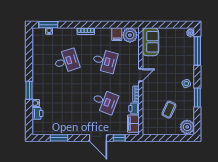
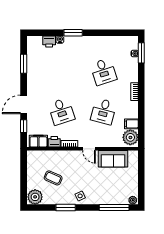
sofa: (150, 42) -> (113, 159), moved
desk: (105, 102) -> (61, 111), turned -39

